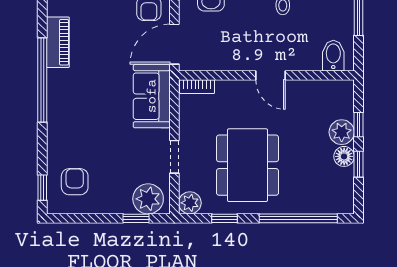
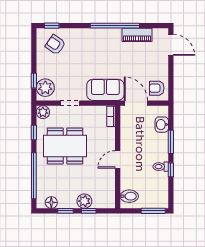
floor lamp: (344, 156) -> (51, 202), moved
armchair: (75, 182) -> (55, 45), turned -145

